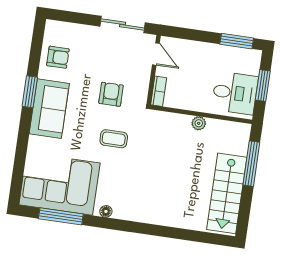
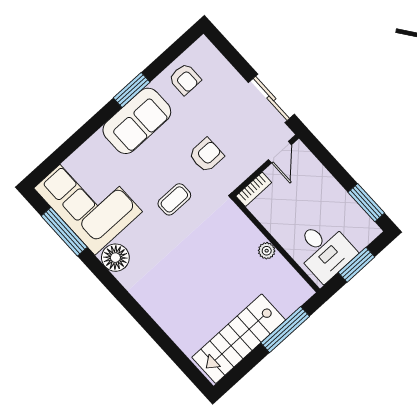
coffee table: (114, 139) -> (174, 199), turned 90
floor lamp: (106, 211) -> (115, 258), width x1.89, depth x1.89

